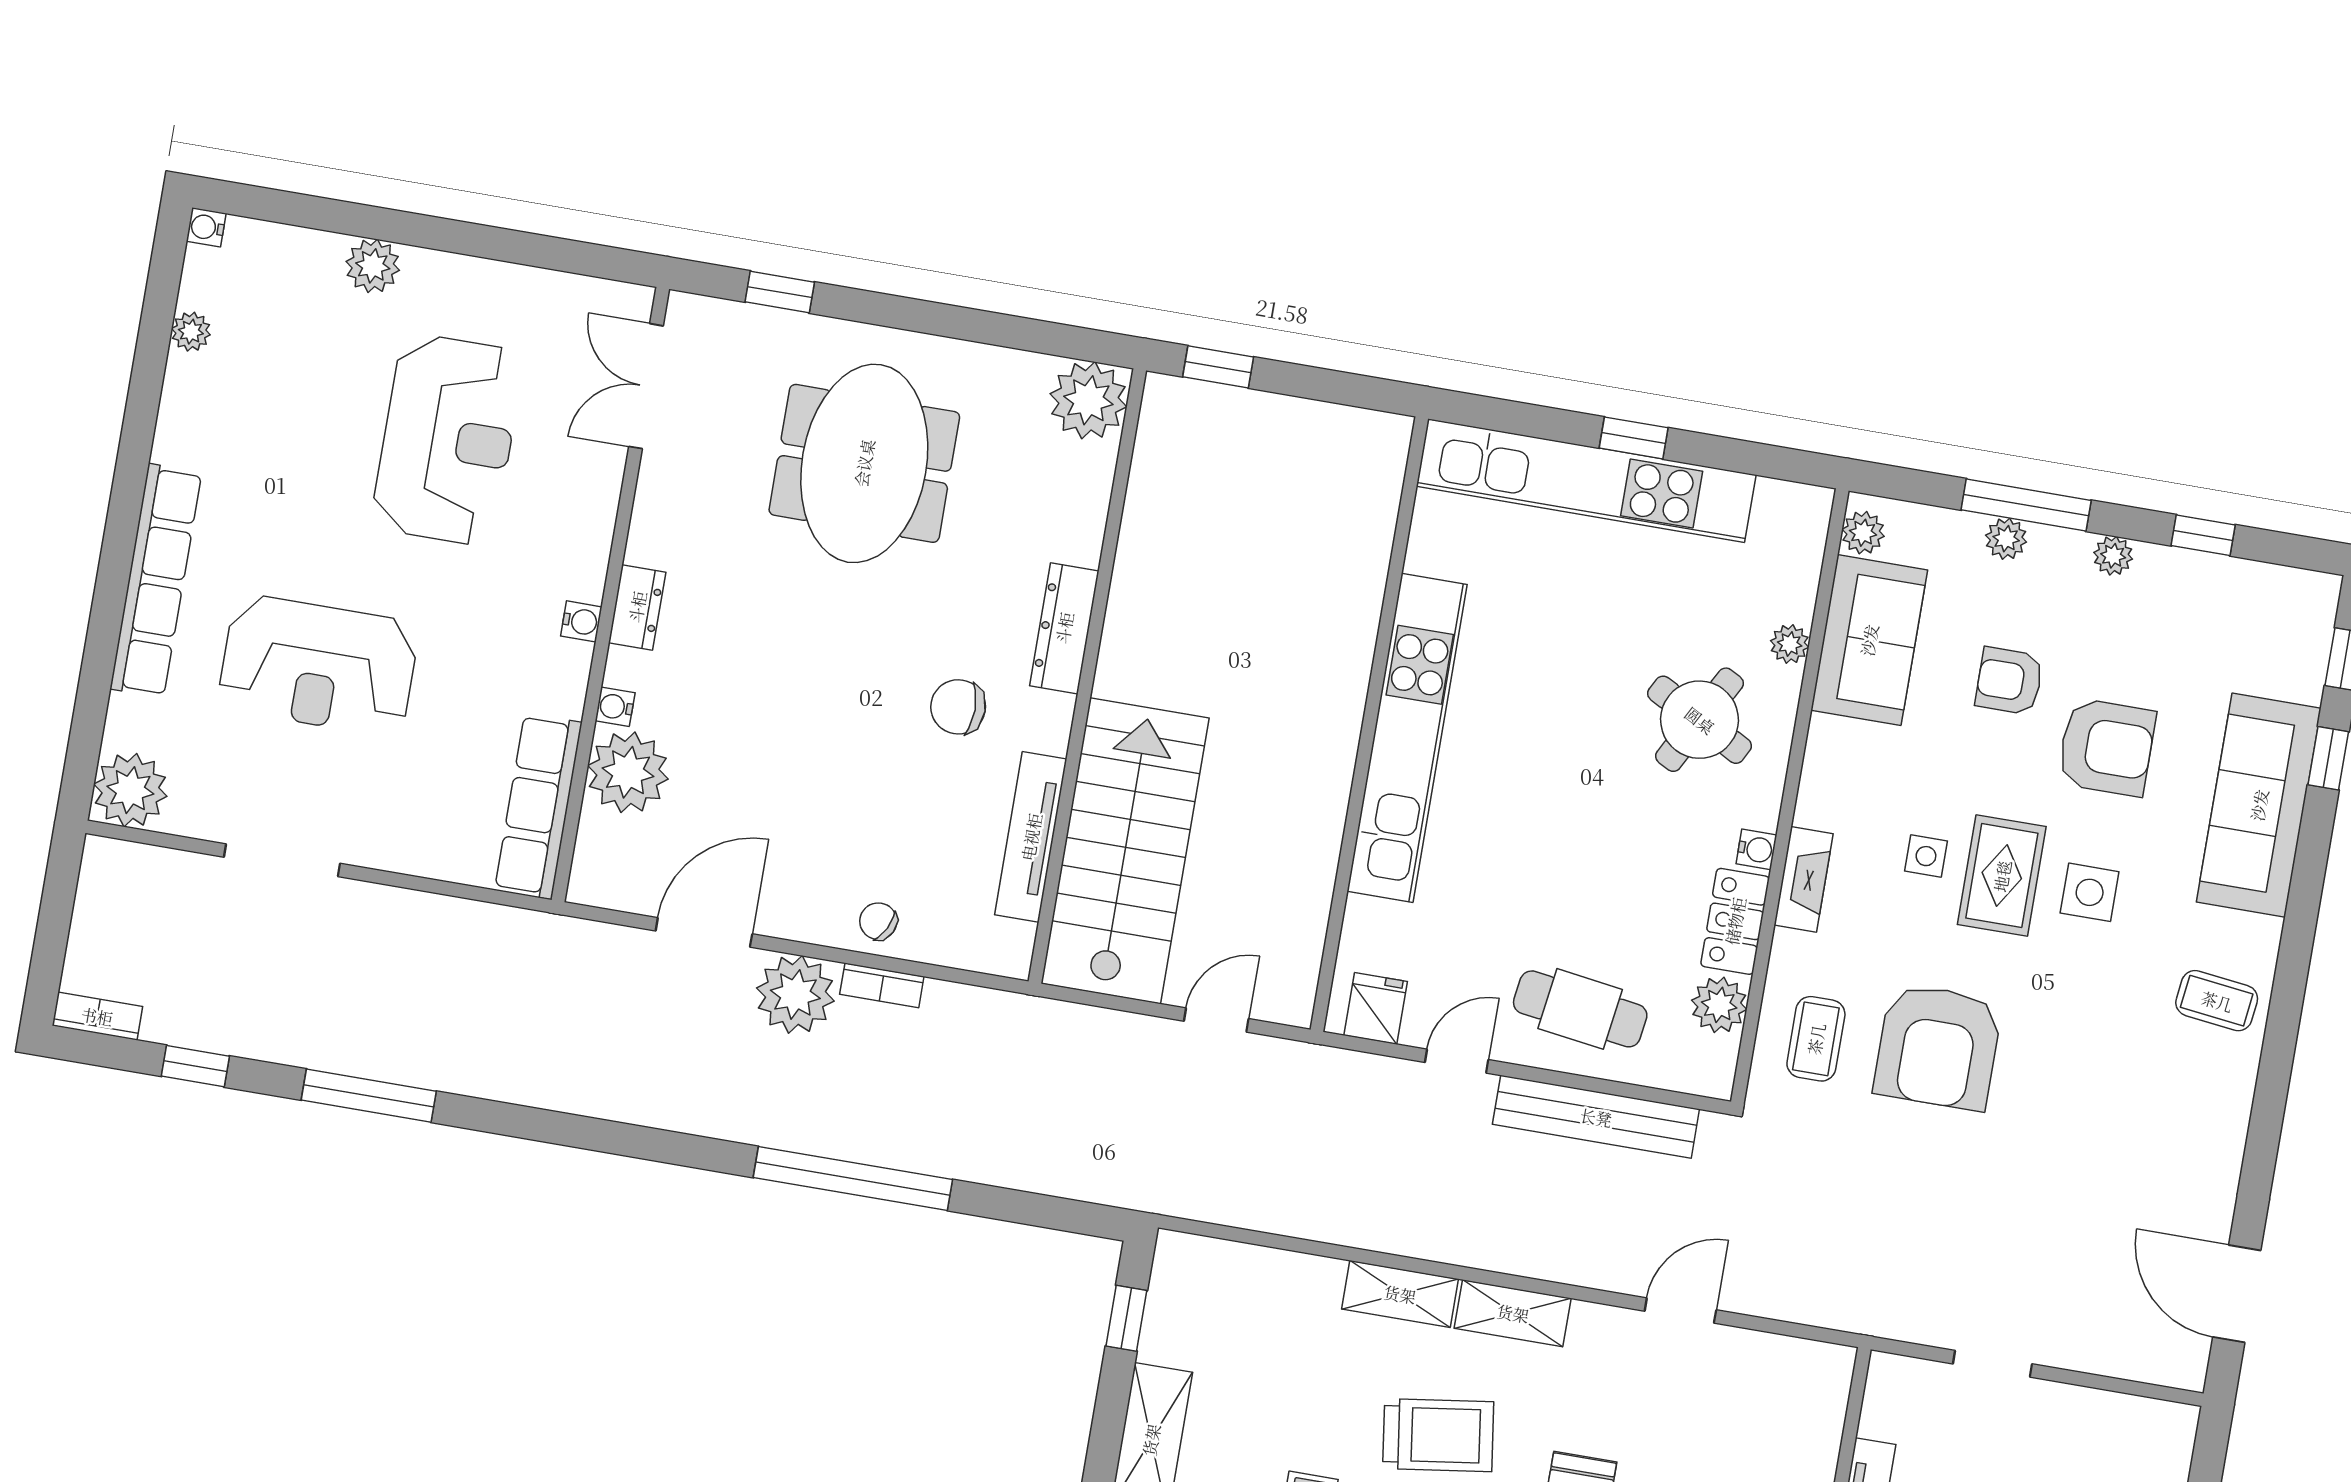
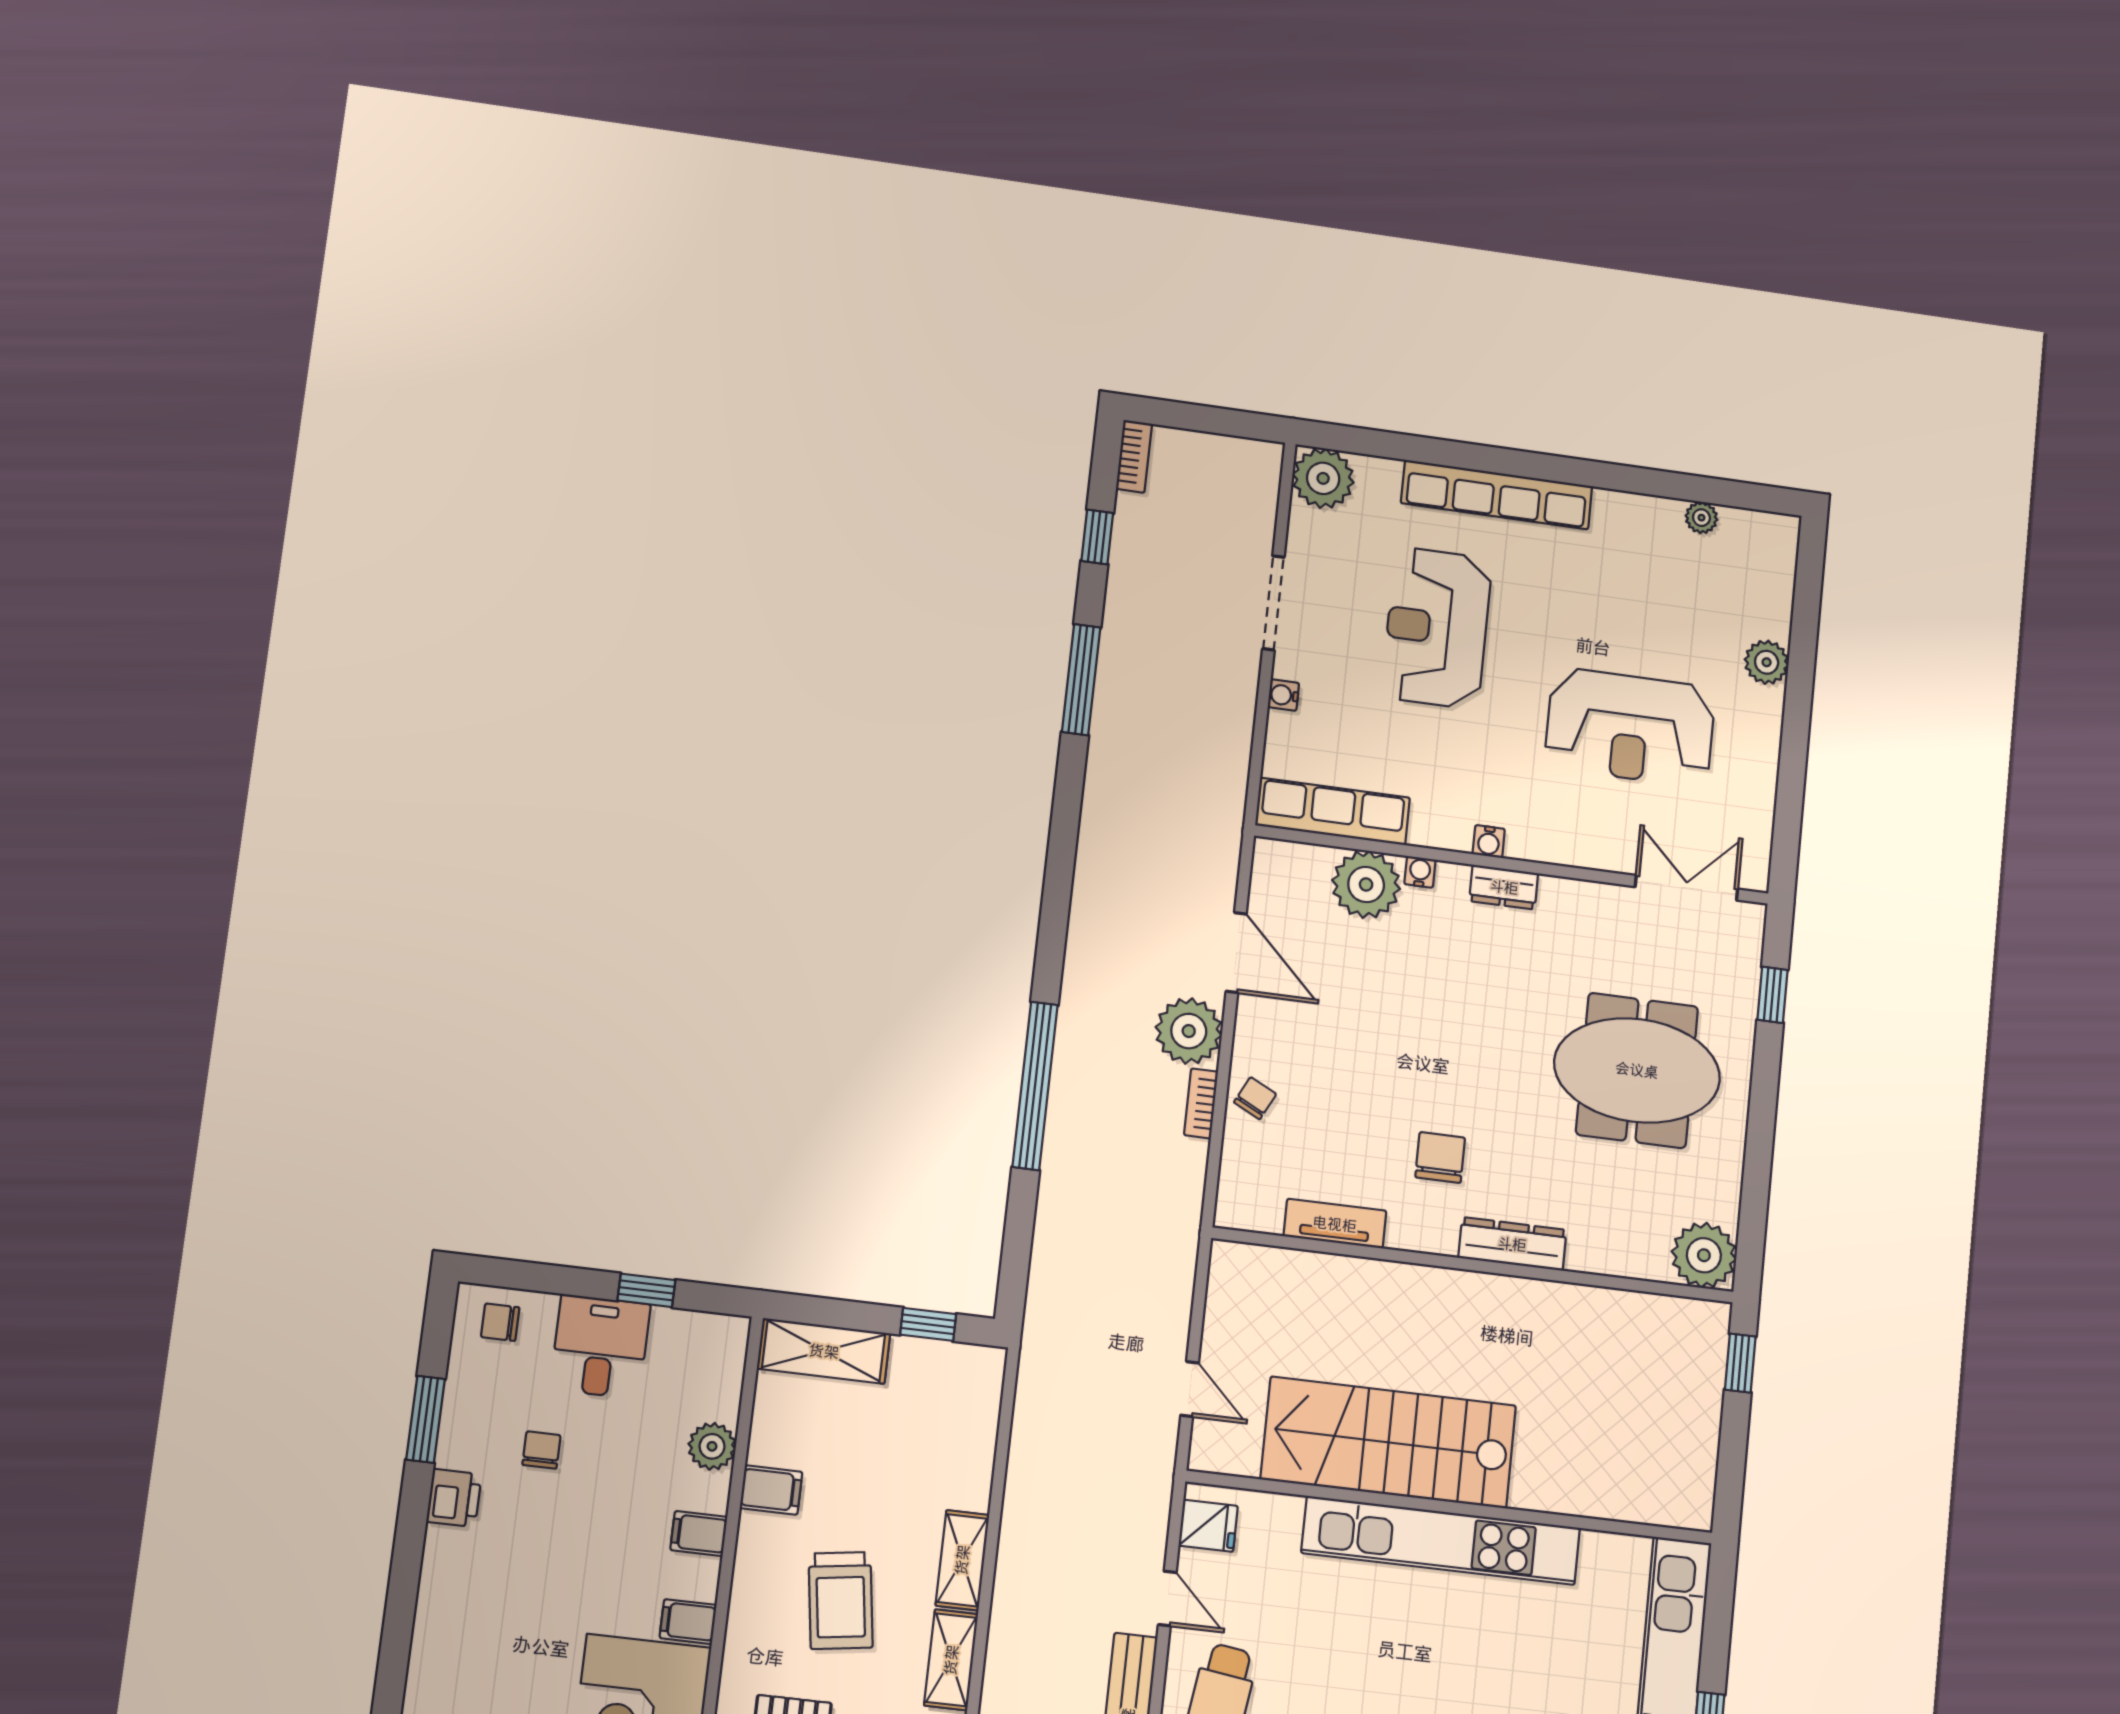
water cooler: (206, 227) -> (1283, 695), moved, turned -90
tv unit: (1031, 837) -> (1335, 1224), width x0.71
stairs: (1125, 851) -> (1389, 1442), moved, turned 180

